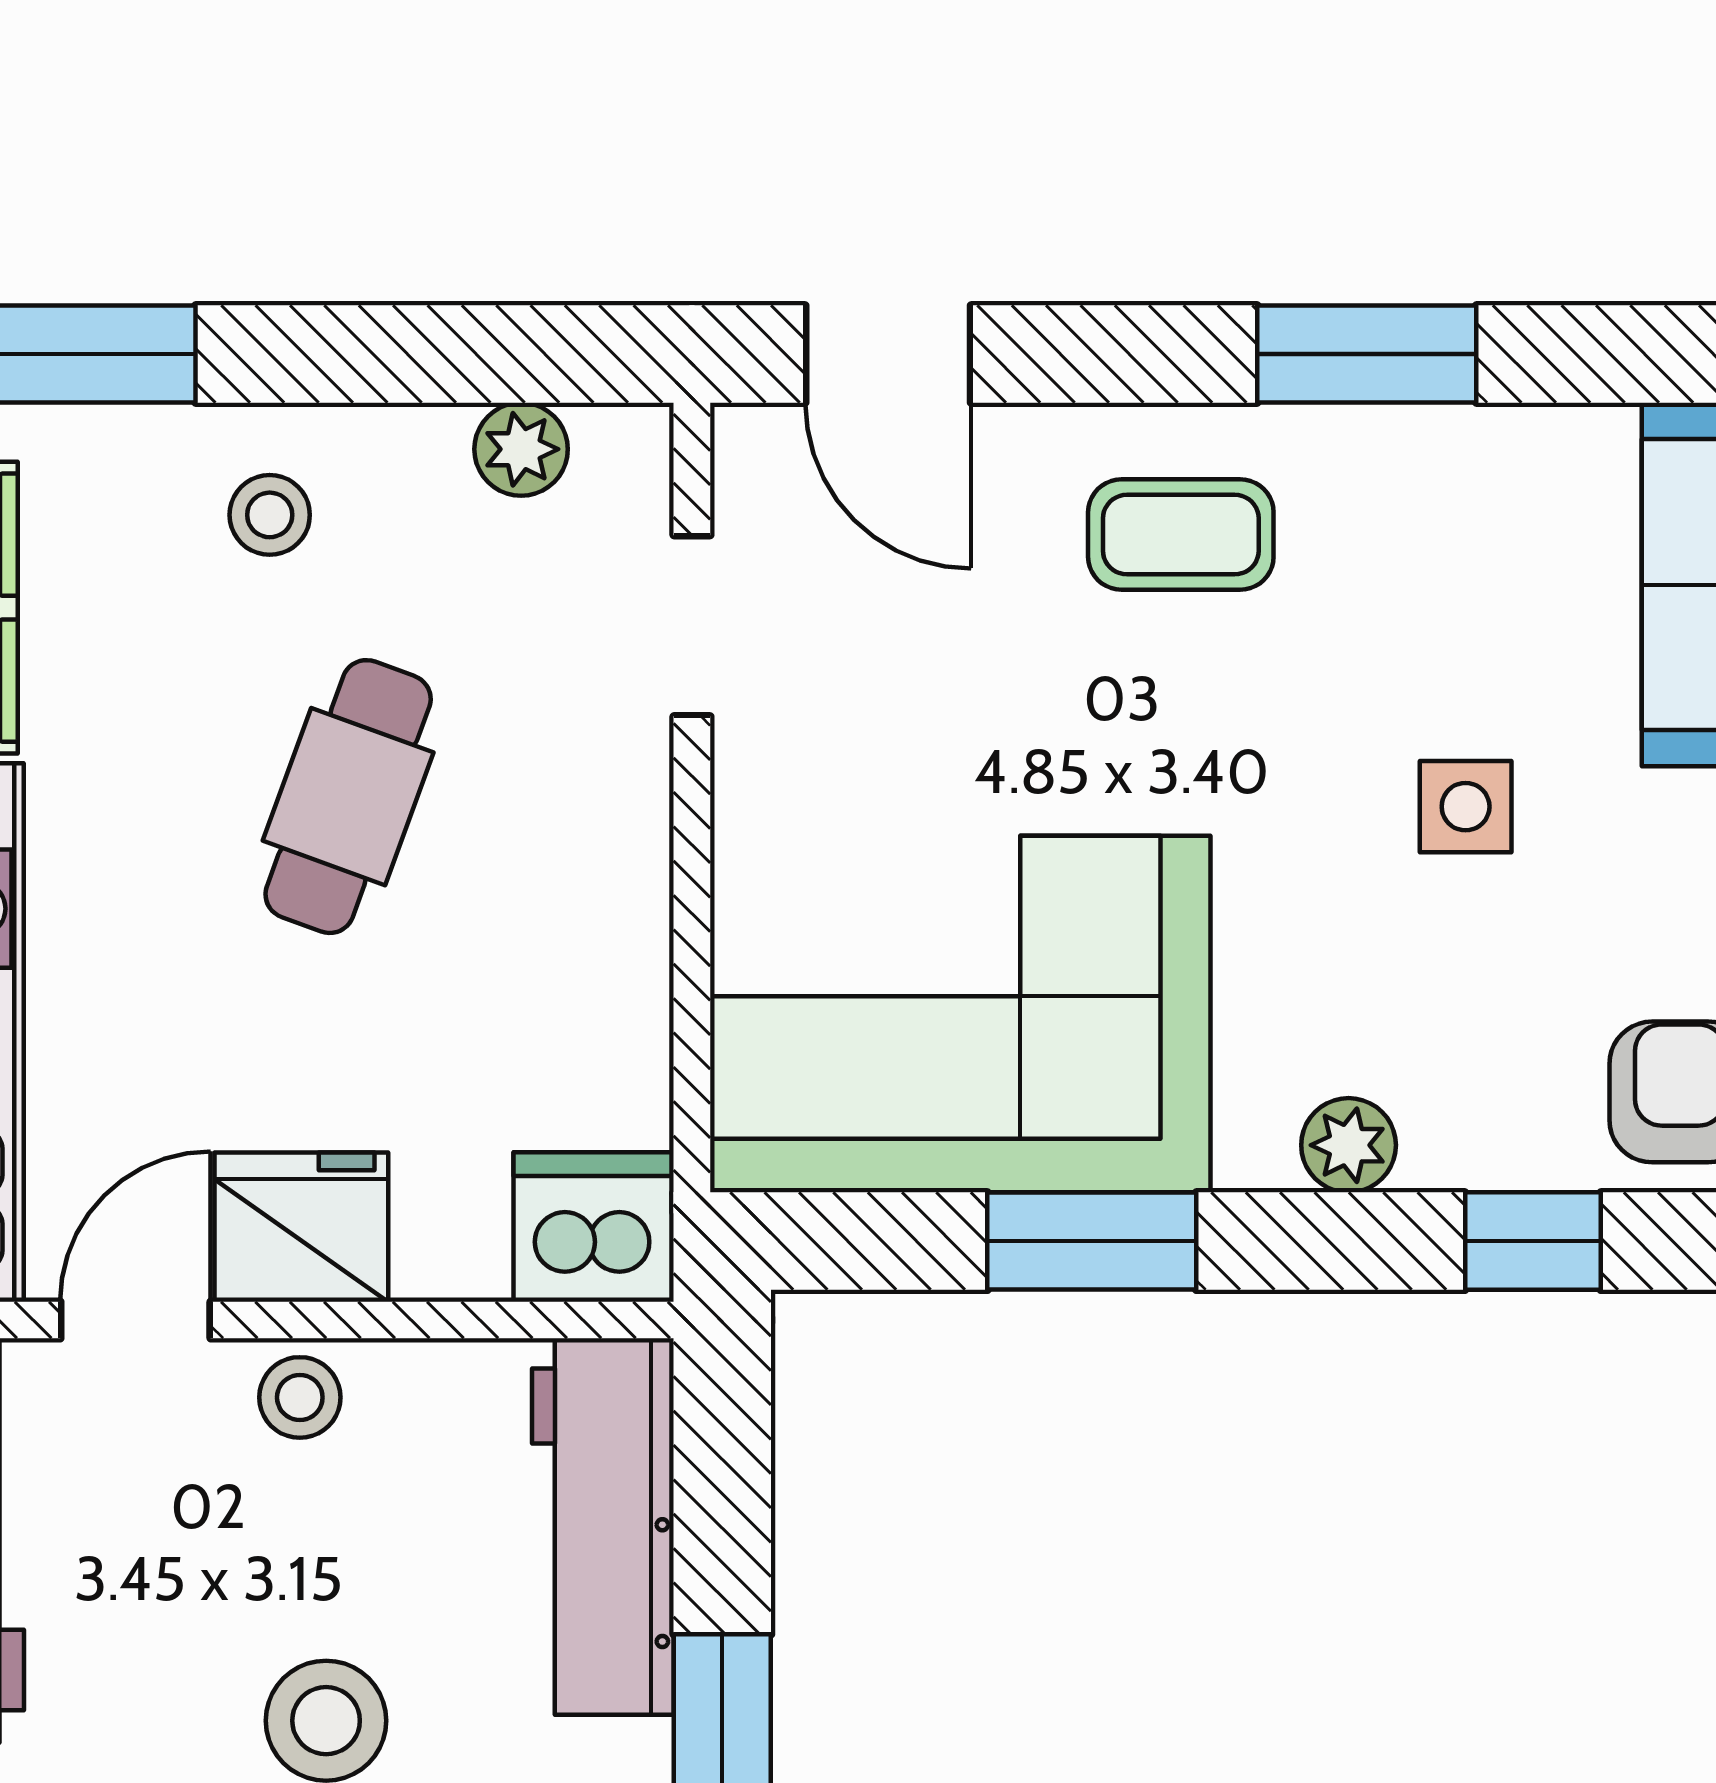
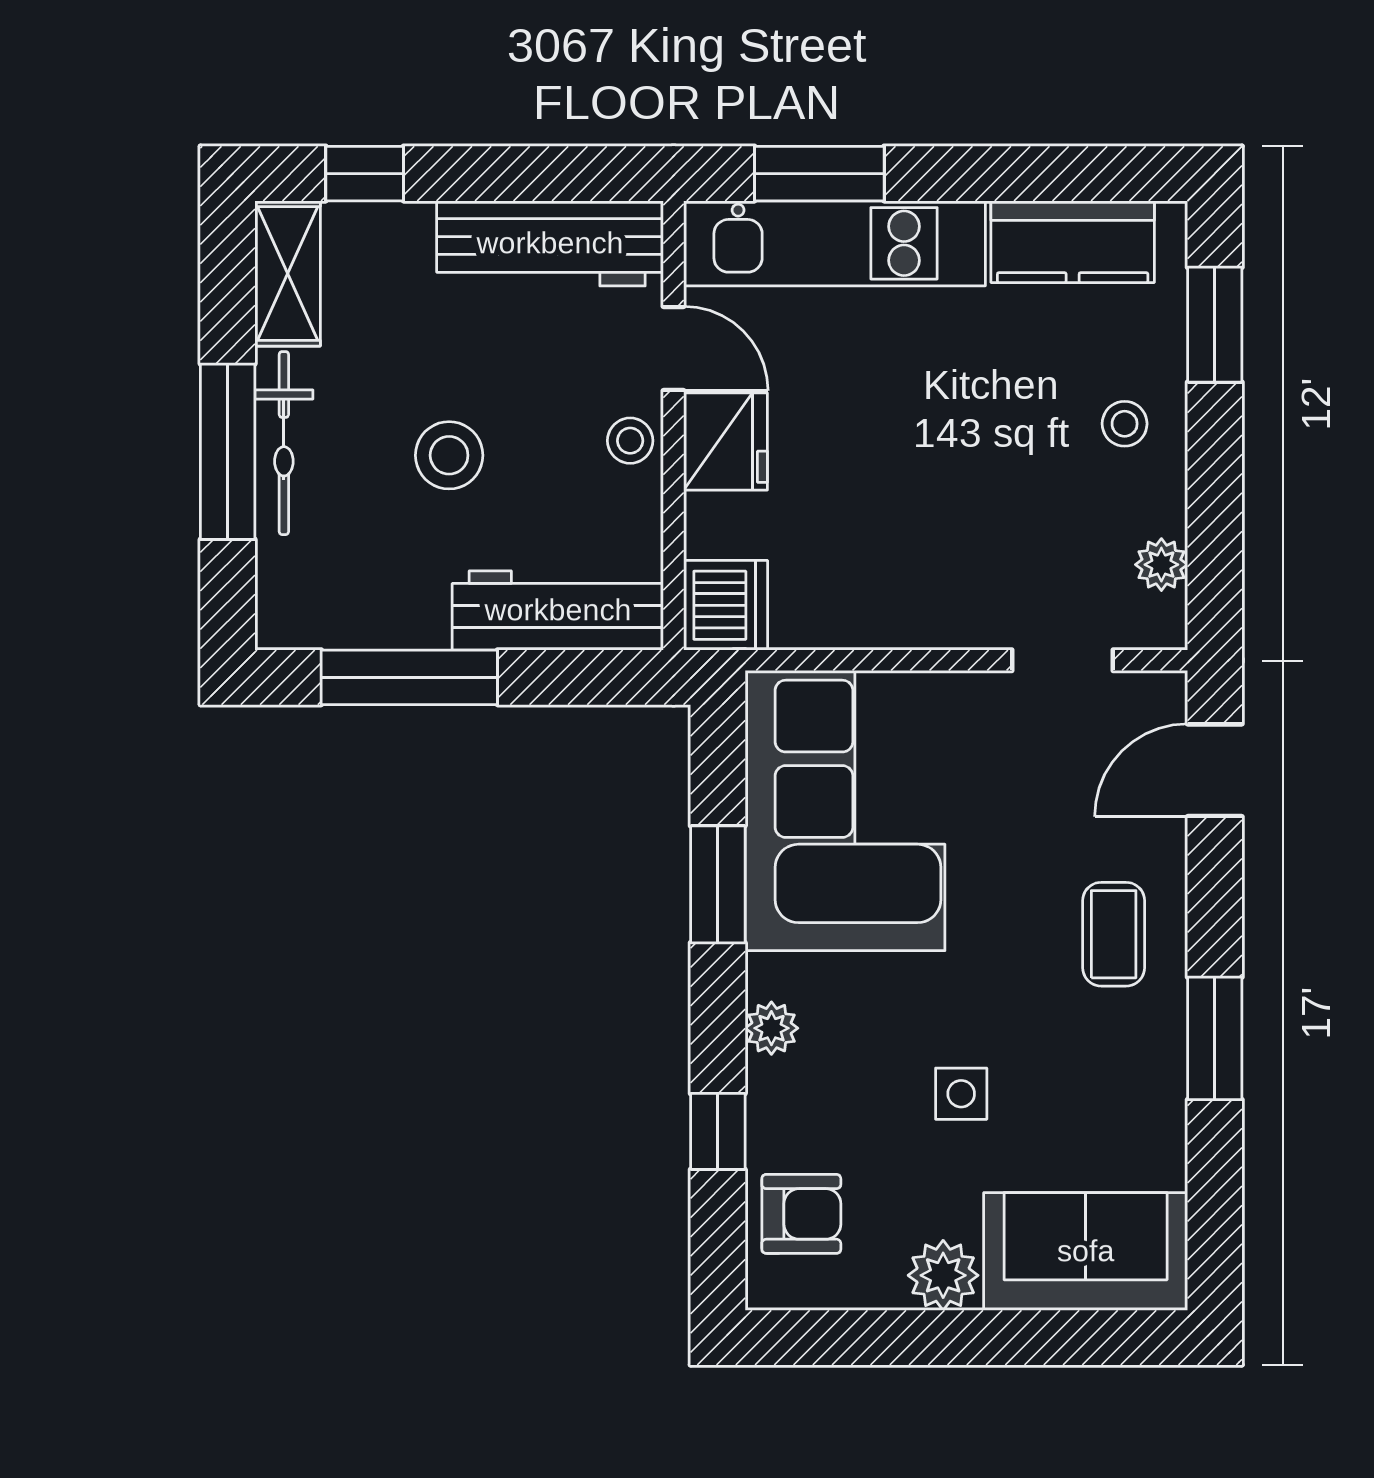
cafe table: (348, 797) -> (967, 468), removed

